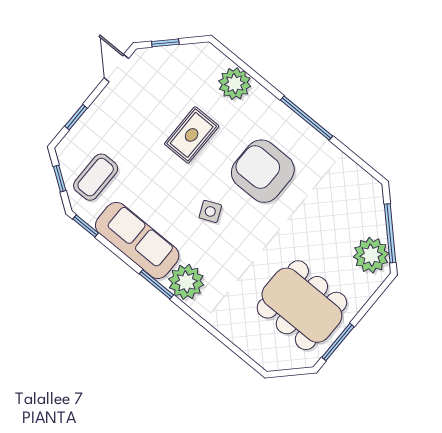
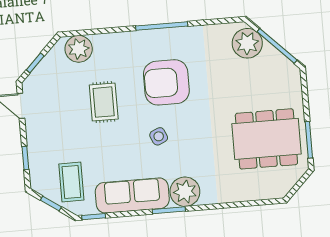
plant: (235, 84) -> (79, 49), moved
plant: (371, 255) -> (247, 43), moved

